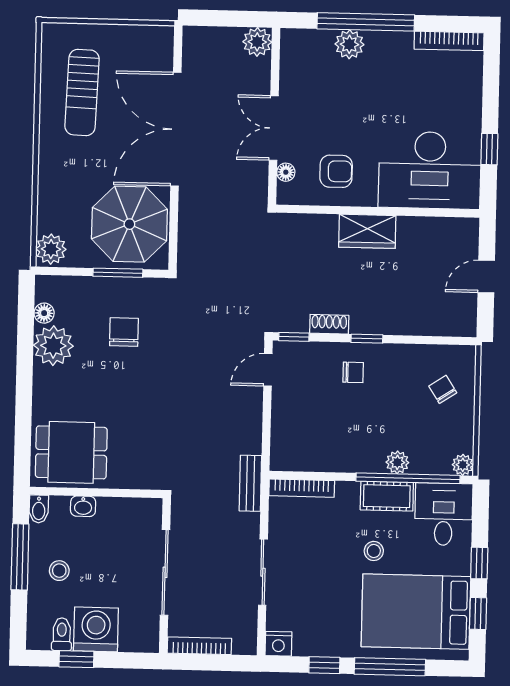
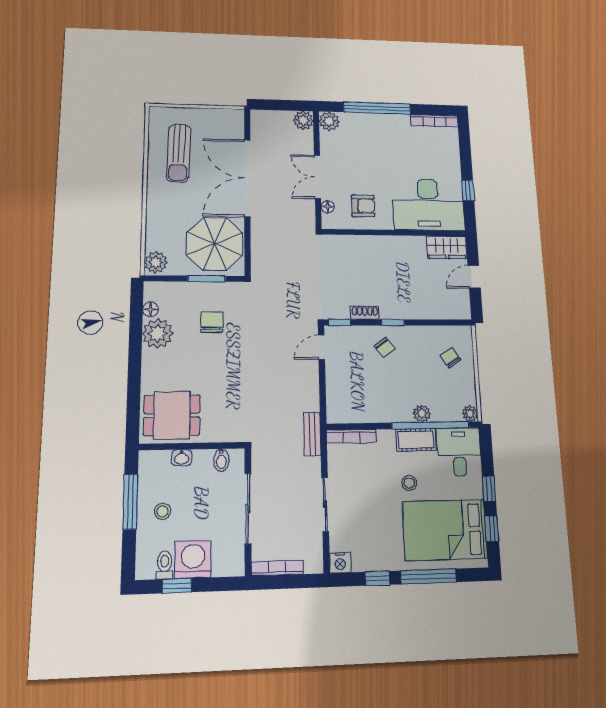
plant: (349, 44) -> (329, 121), moved
wardrobe: (367, 231) -> (447, 247), moved
chair: (353, 372) -> (385, 347), turned 53
bidet: (39, 509) -> (221, 460), moved

